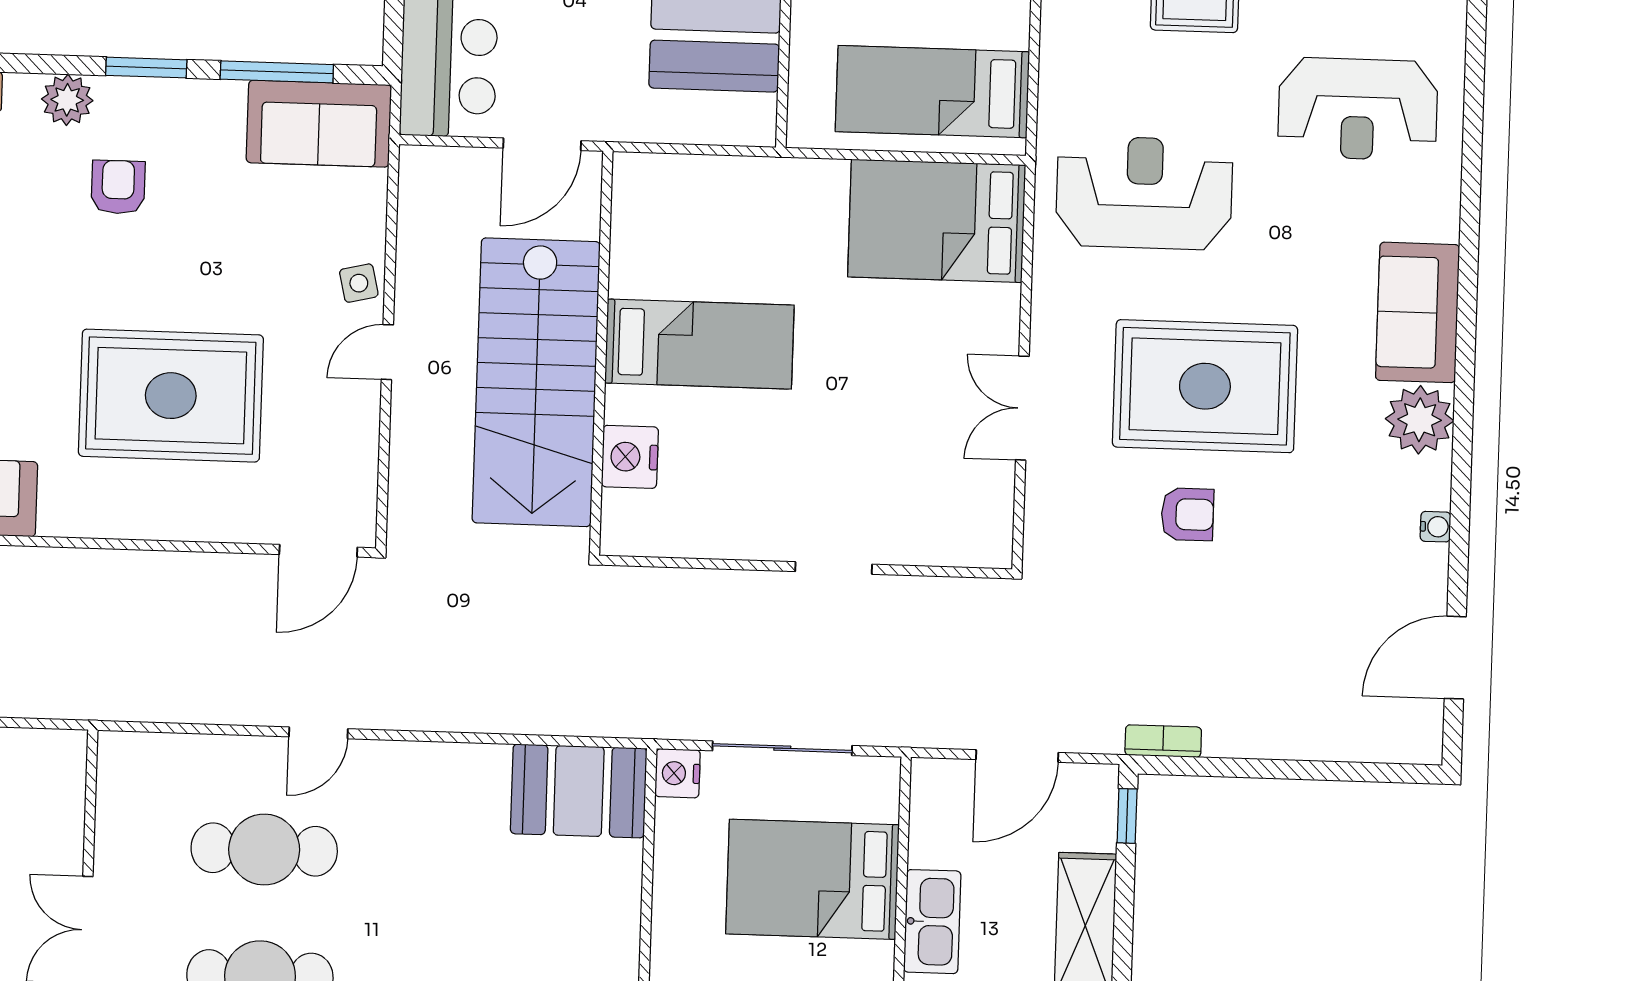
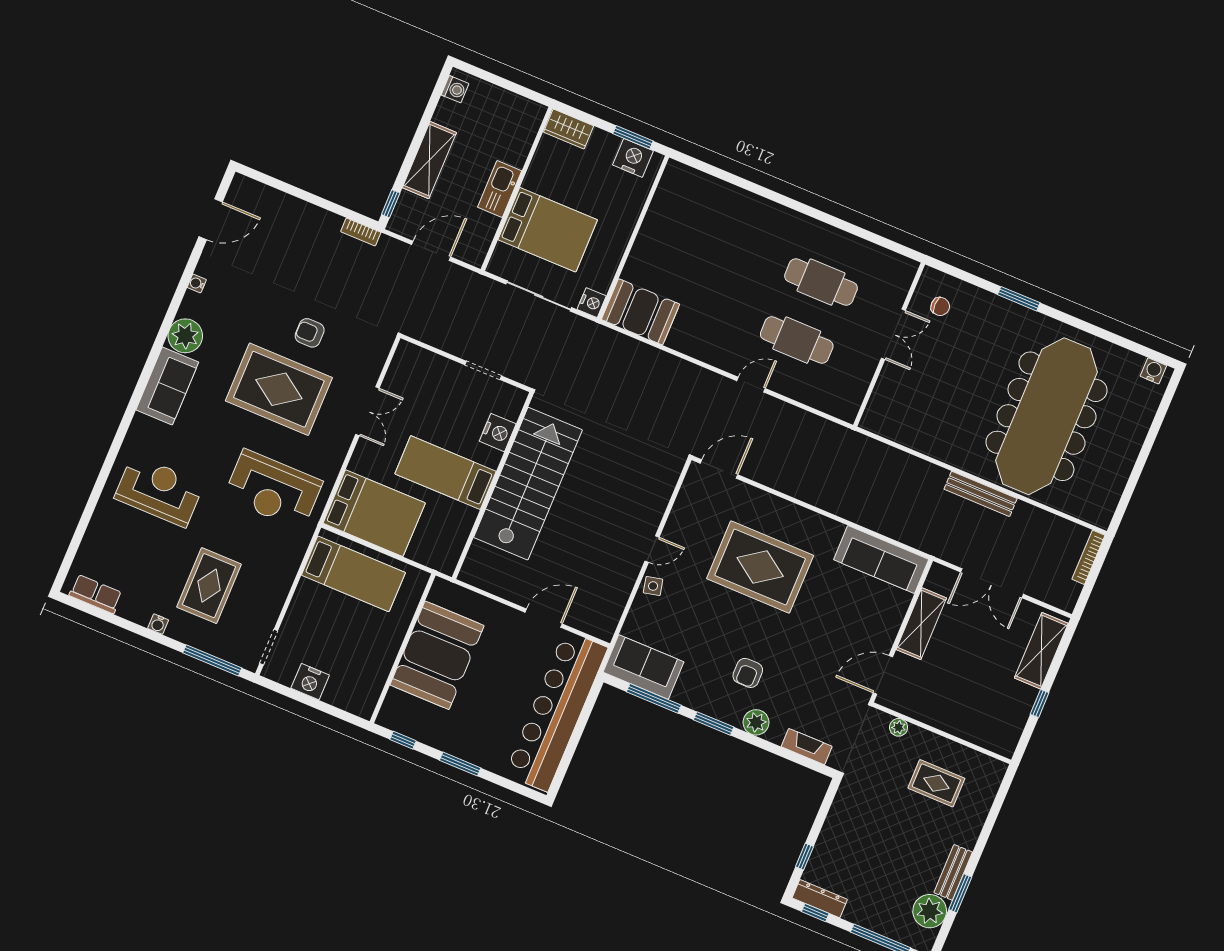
bed: (699, 344) -> (446, 473), moved
wall: (601, 353) -> (493, 486), moved
stairs: (536, 382) -> (528, 484), moved
nightstand: (630, 457) -> (498, 433), moved

